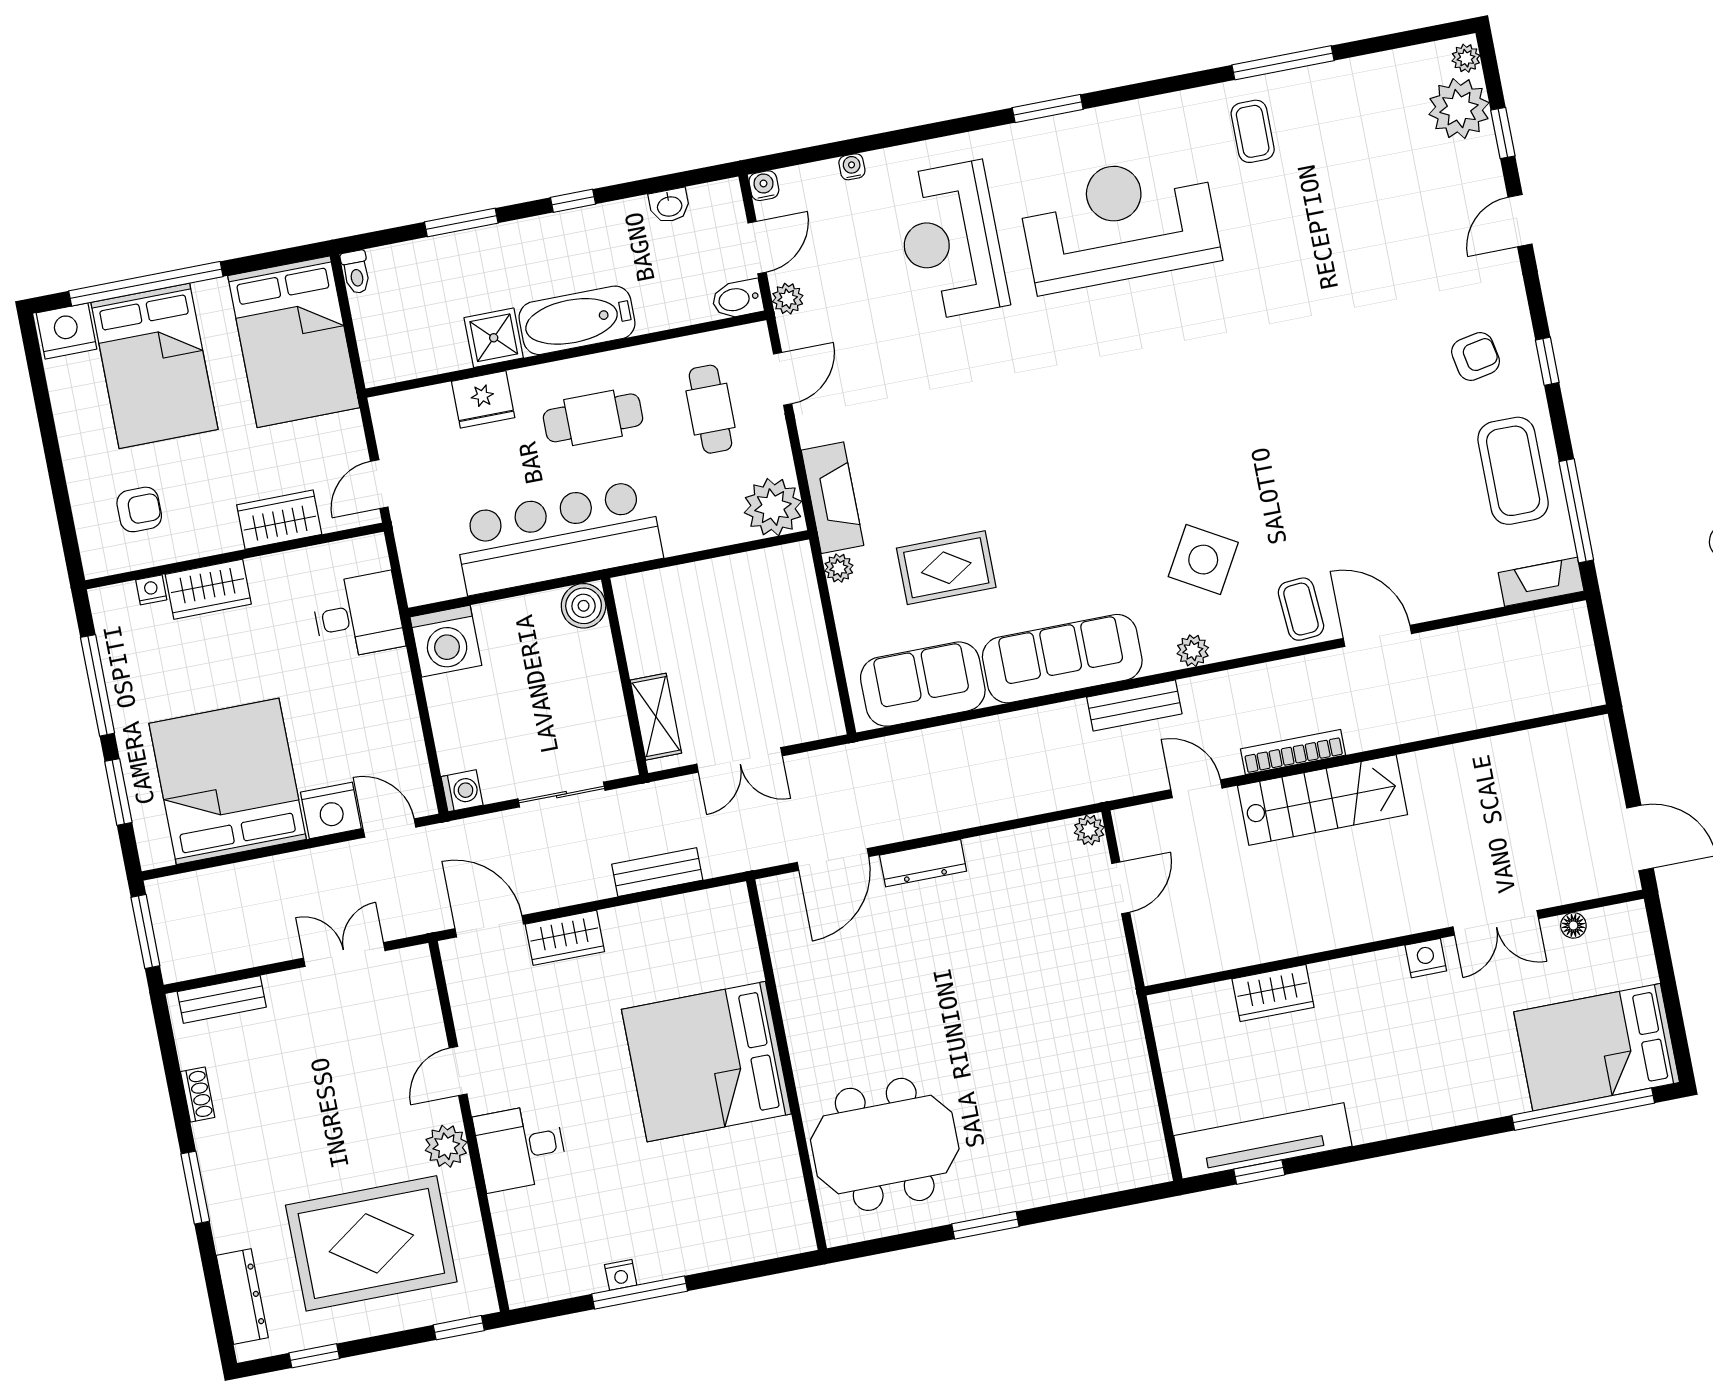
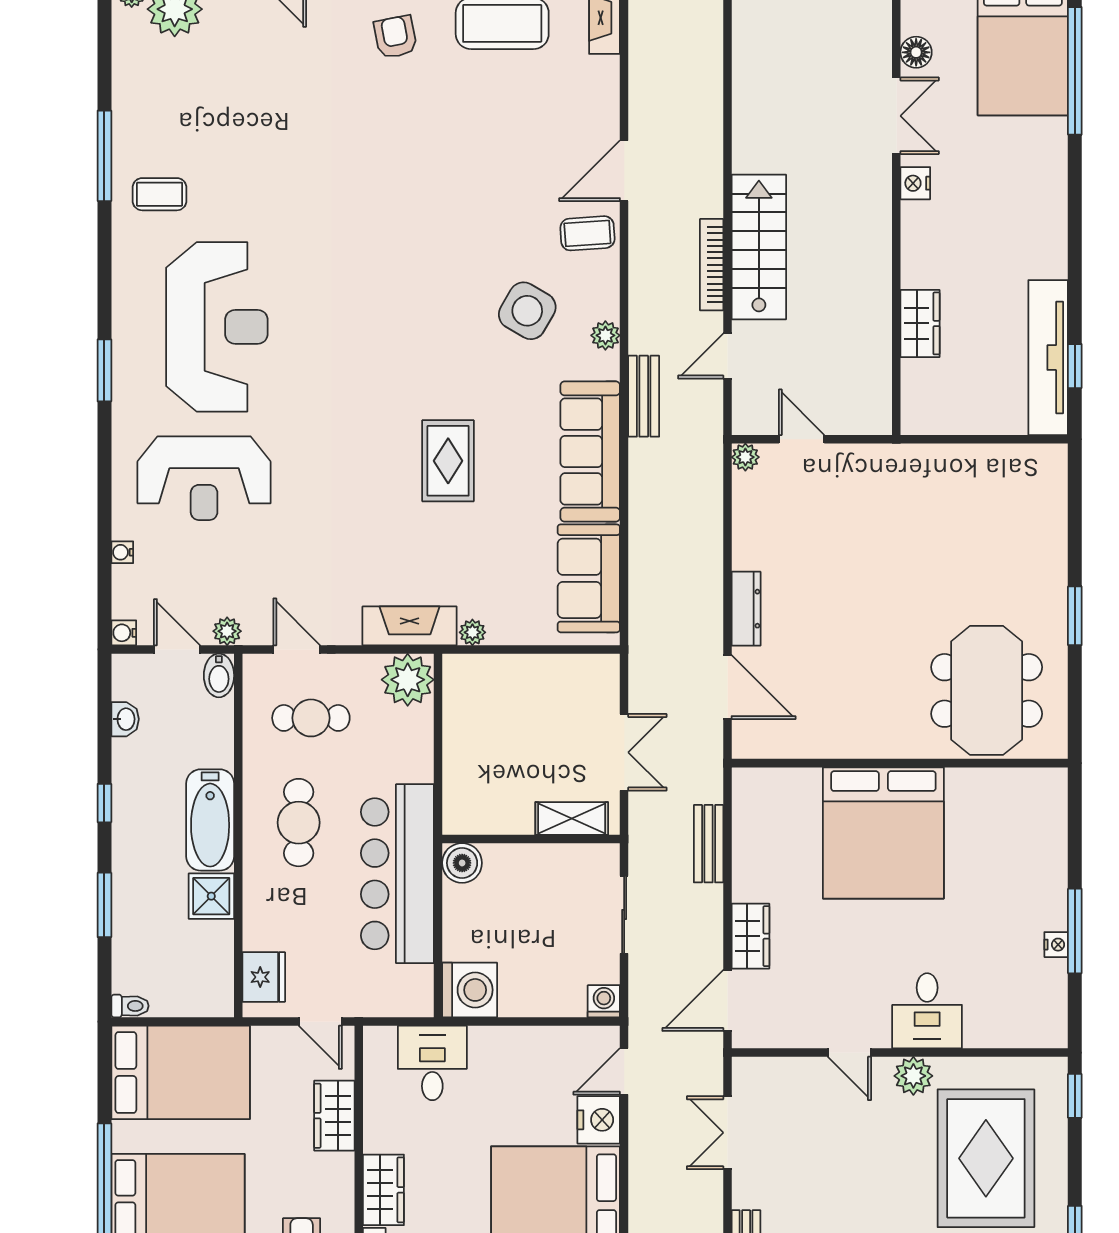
reception desk: (1119, 223) -> (217, 327), turned 180
fridge: (483, 399) -> (264, 977), moved
rug: (946, 568) -> (448, 461), moved
floor lamp: (1573, 925) -> (916, 52), width x1.37, depth x1.37

